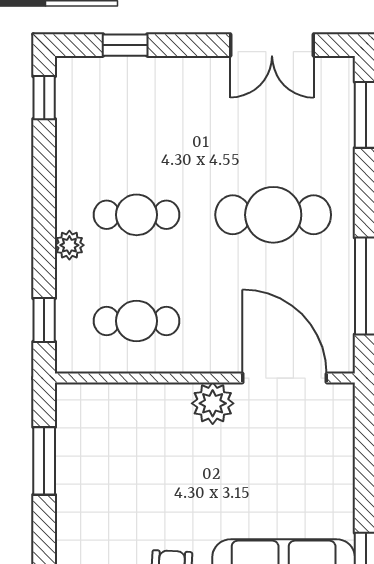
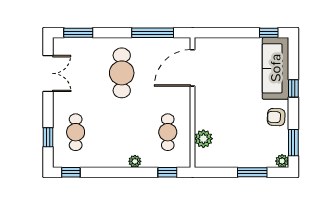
cafe table: (137, 215) -> (76, 132), moved
plant: (213, 403) -> (203, 139), moved
window: (44, 461) -> (252, 172), moved

